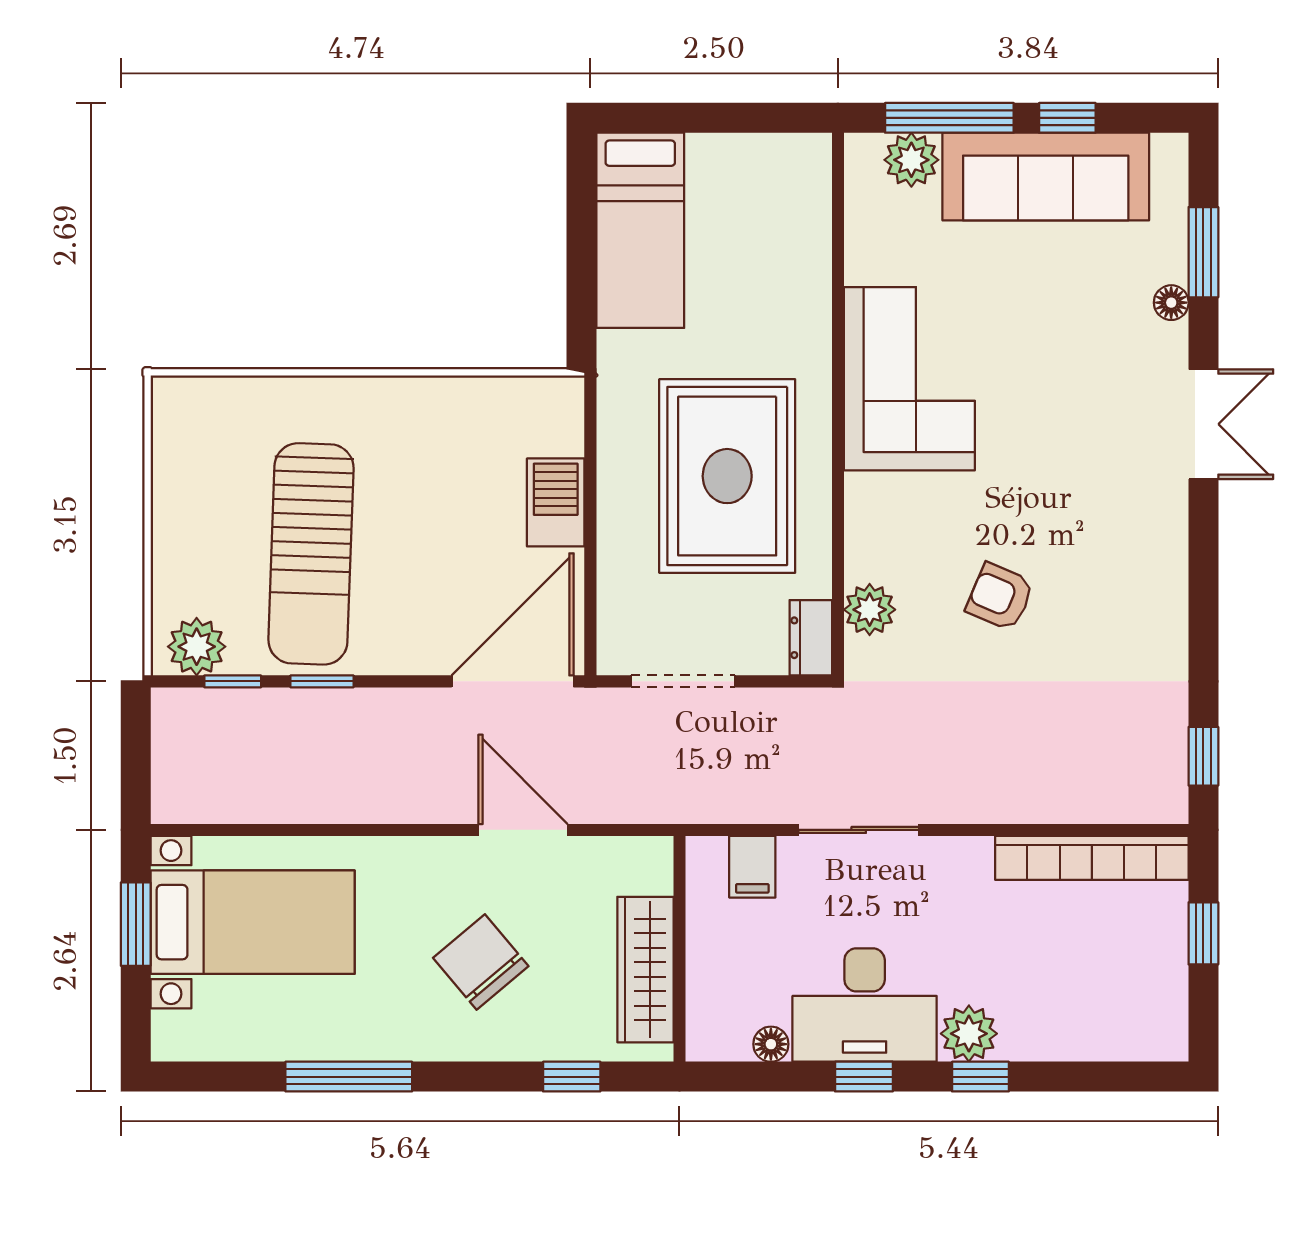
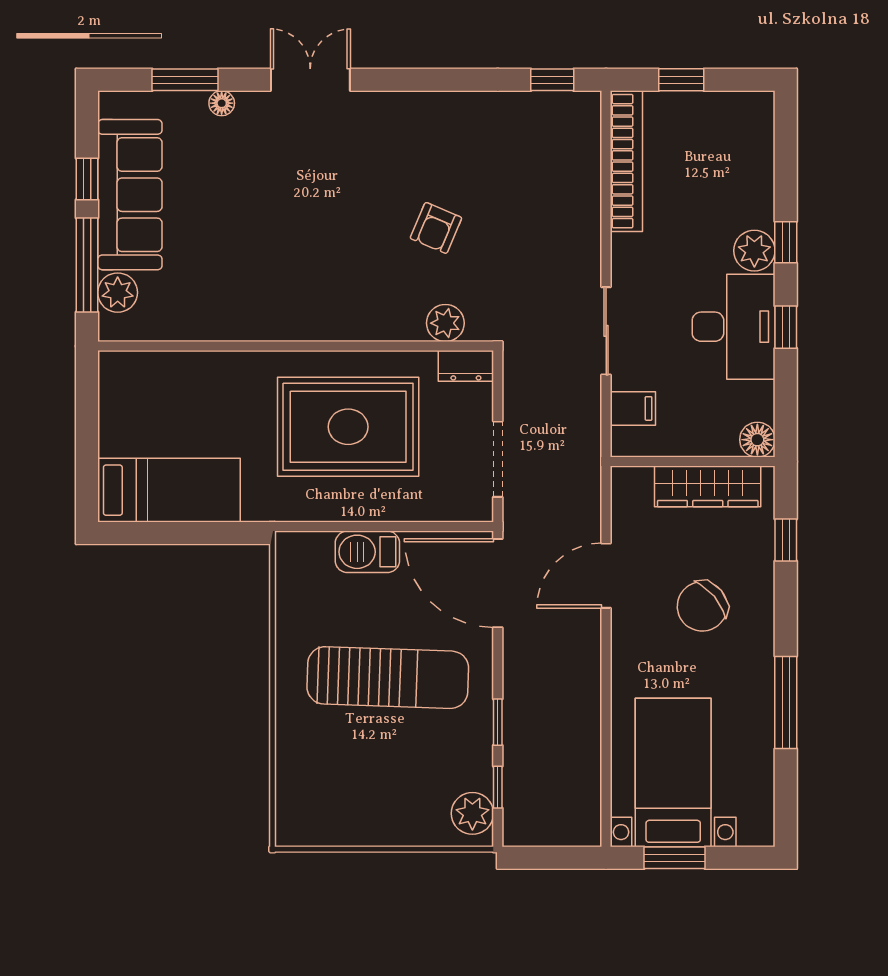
corner sofa: (909, 379) -> (277, 294), removed
sun lounger: (311, 554) -> (388, 678), moved
floor lamp: (771, 1044) -> (757, 440), moved, width x1.37, depth x1.37

